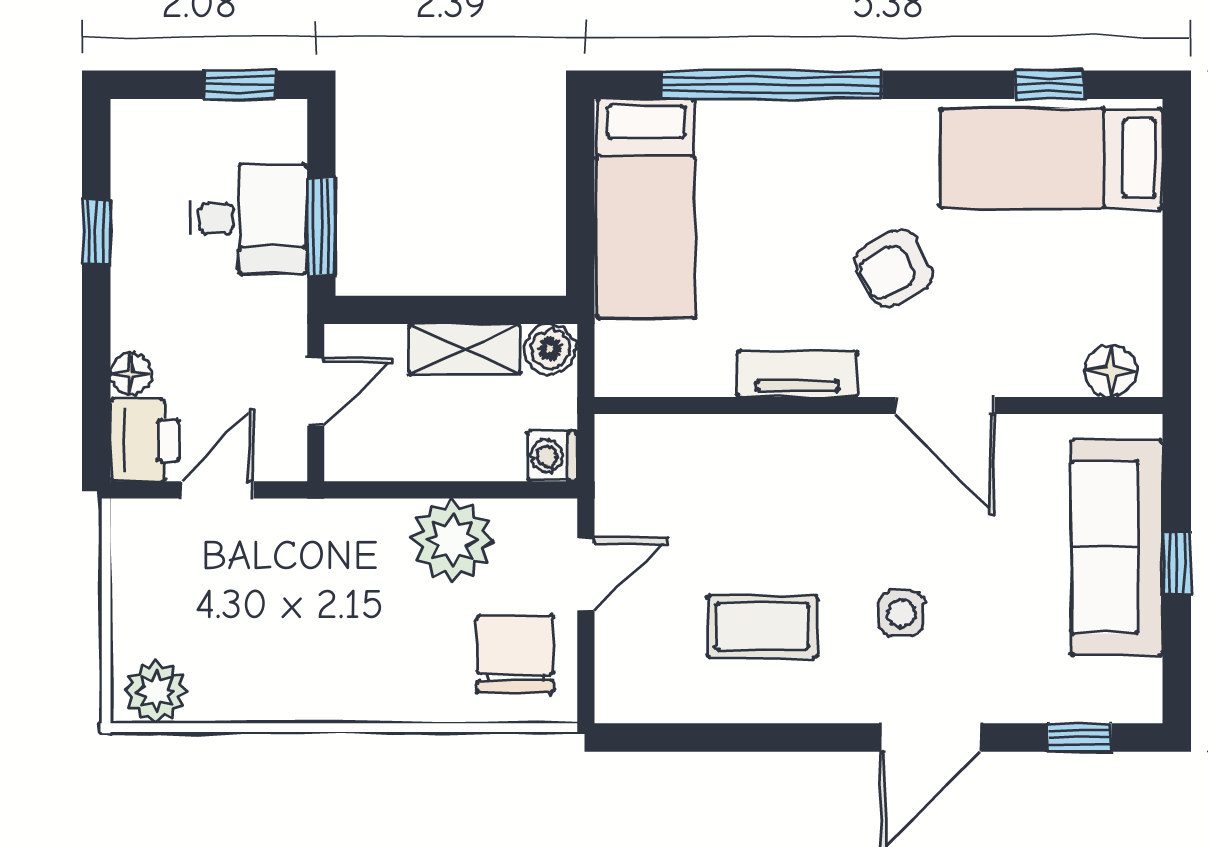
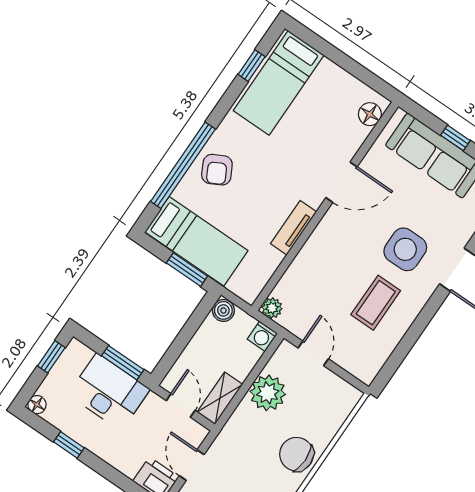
desk: (248, 218) -> (109, 392), width x1.37
window: (580, 227) -> (187, 270), added
armchair: (894, 268) -> (217, 170), moved
shelving: (465, 349) -> (220, 398), moved
floor lamp: (131, 374) -> (37, 405), moved
plant: (618, 438) -> (272, 308), added
side table: (901, 613) -> (405, 249), width x1.87, depth x1.87
chair: (515, 654) -> (297, 454), moved

